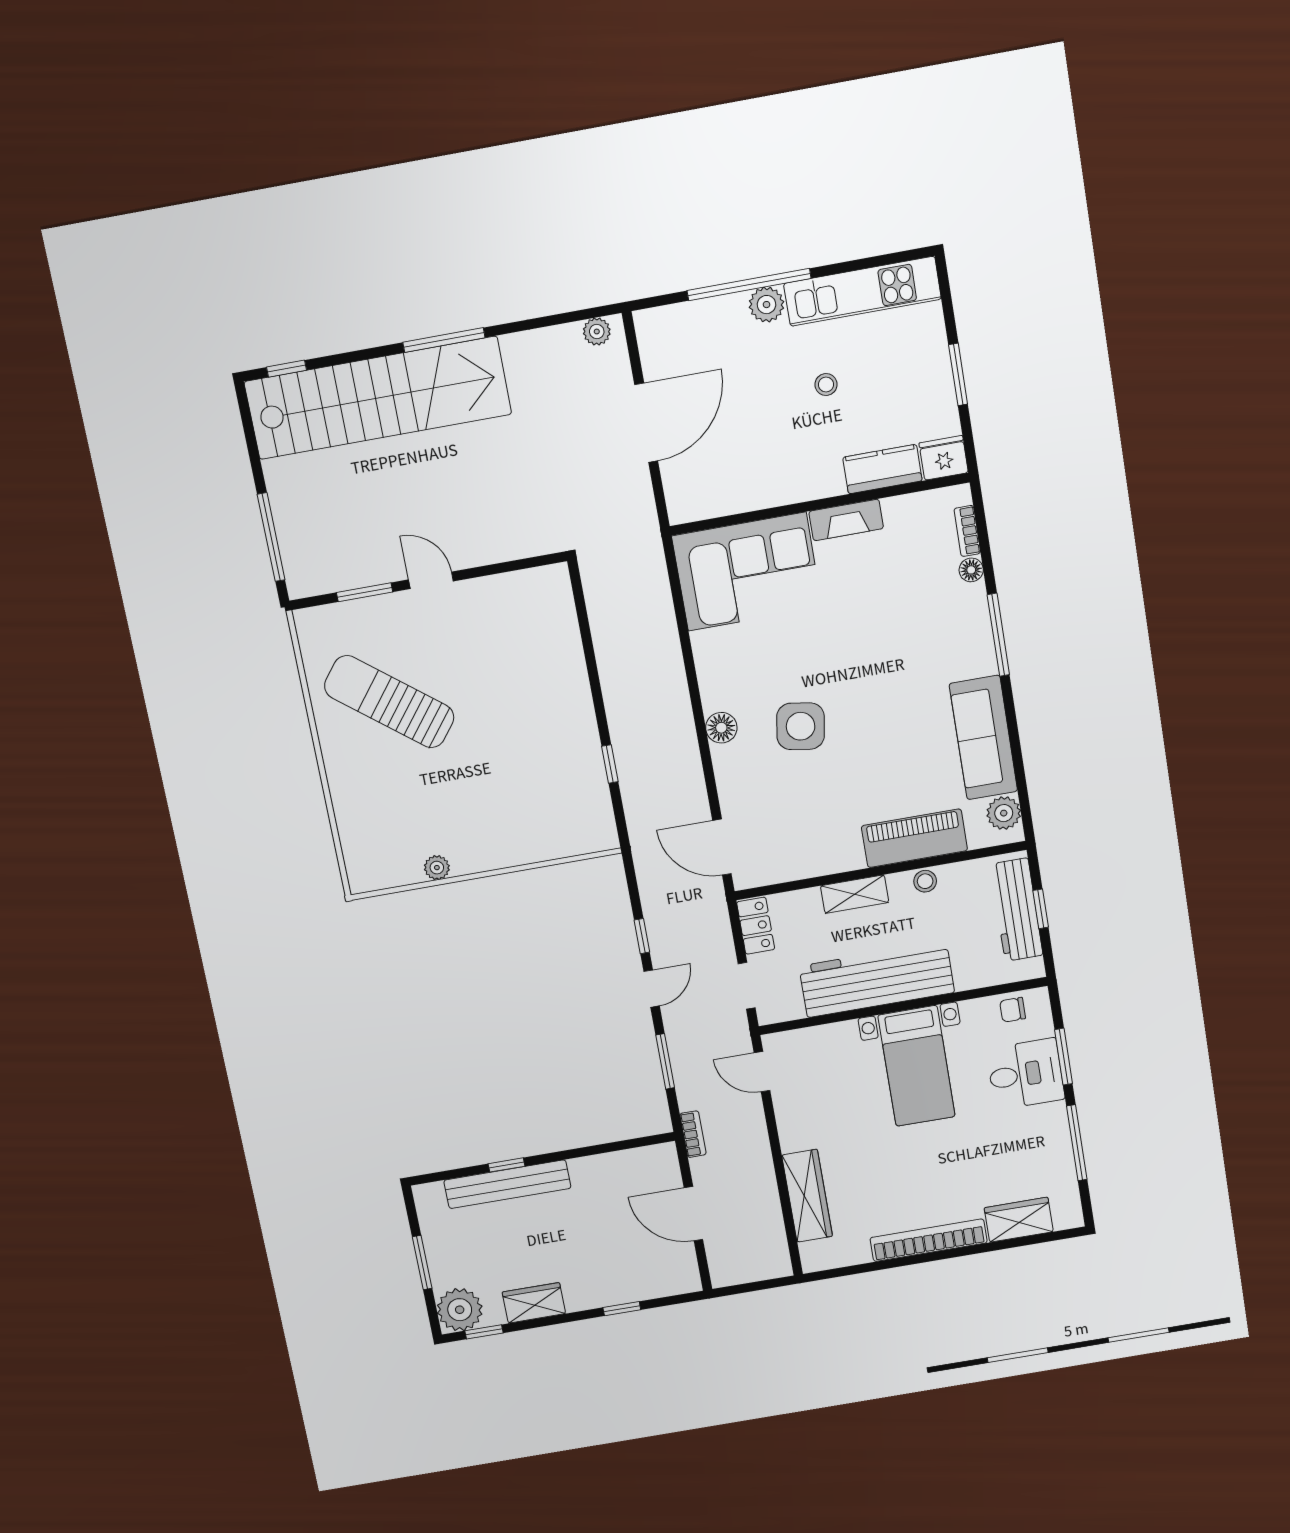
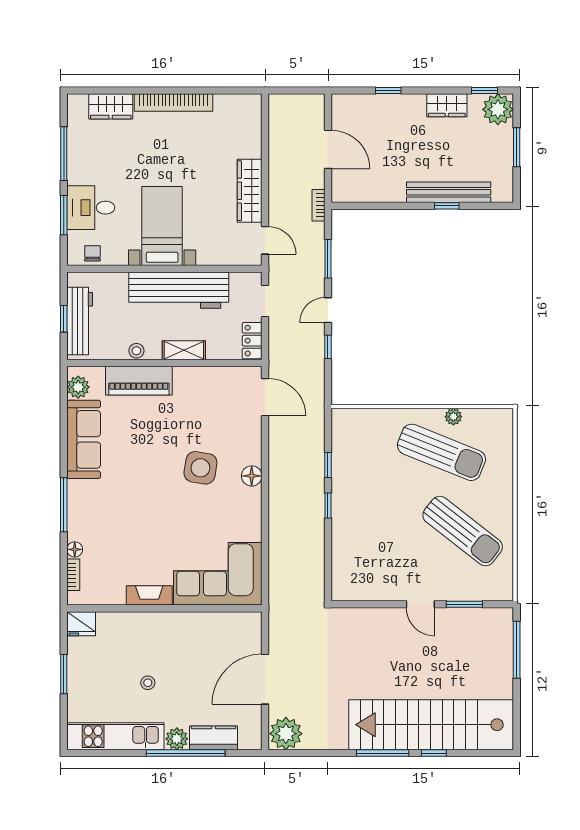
plant: (597, 332) -> (286, 734), width x1.88, depth x1.88
window: (287, 369) -> (434, 753), moved
kitchen counter: (882, 469) -> (214, 738), moved, turned 180
window: (599, 704) -> (328, 506), added
sun lounger: (444, 812) -> (441, 452), added
chair: (1013, 1010) -> (93, 253), turned -90
wardrobe: (807, 1196) -> (250, 191), moved

